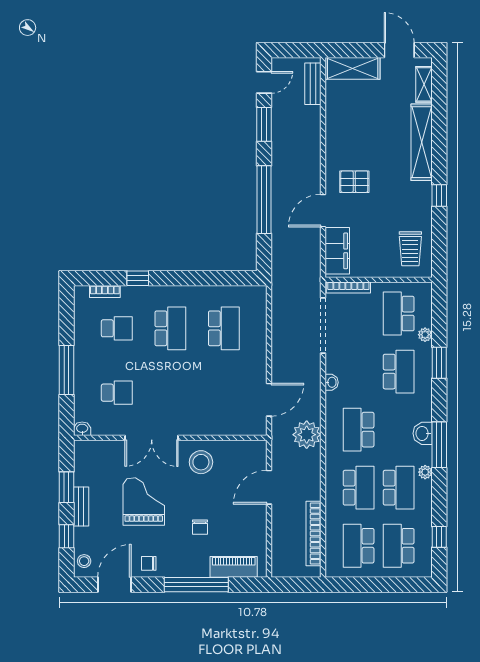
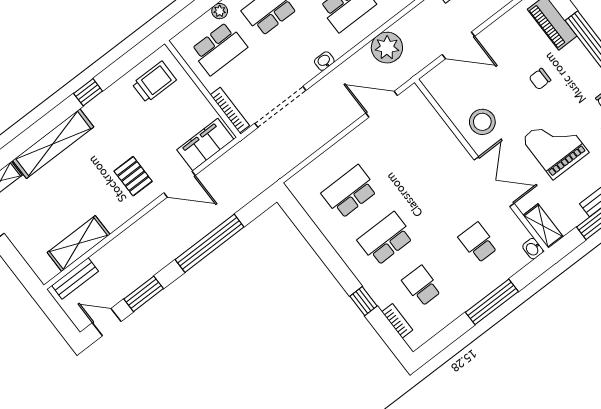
shelving: (353, 68) -> (79, 243), moved, turned 90
shelving: (93, 448) -> (543, 226), added
grand piano: (144, 501) -> (555, 146), turned 90
chair: (200, 527) -> (540, 79), turned 180

